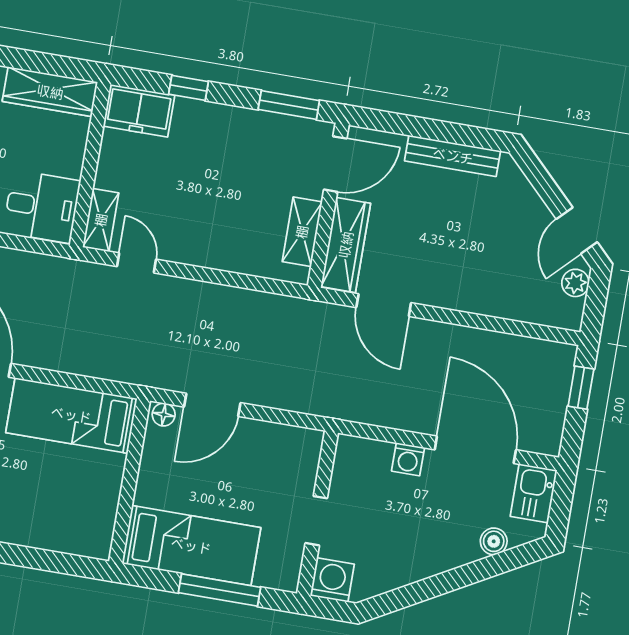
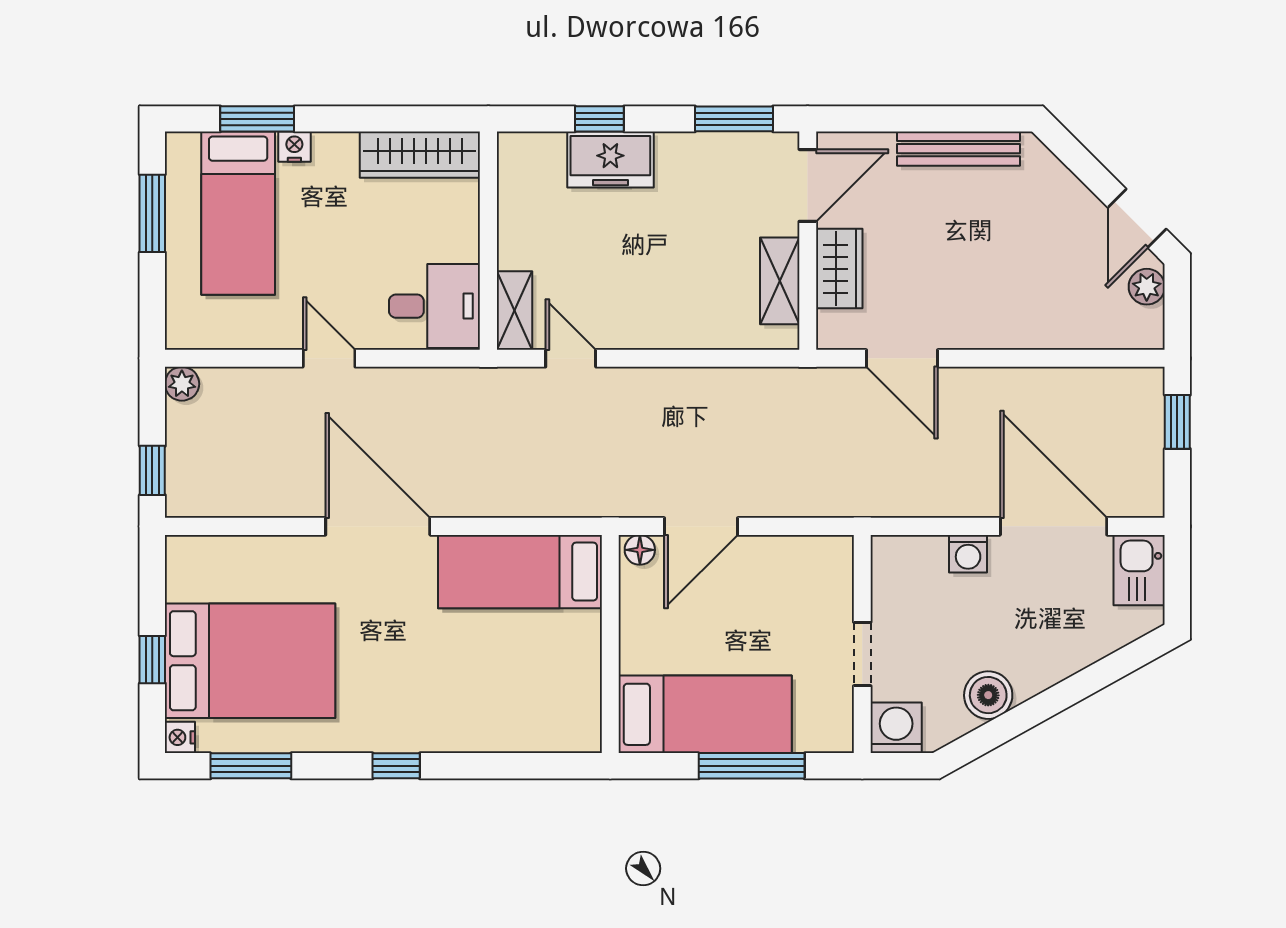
freezer: (139, 111) -> (610, 160), moved
wardrobe: (346, 245) -> (839, 269), width x0.67
boiler: (494, 541) -> (988, 695), moved, width x1.36, depth x1.36

